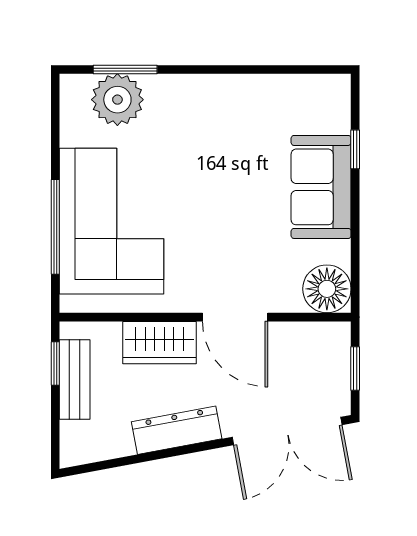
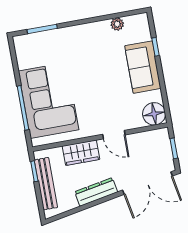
plant: (117, 100) -> (117, 24), moved, width x0.53, depth x0.53
door: (235, 317) -> (114, 135), width x0.73
bench: (75, 380) -> (46, 184), width x1.36

